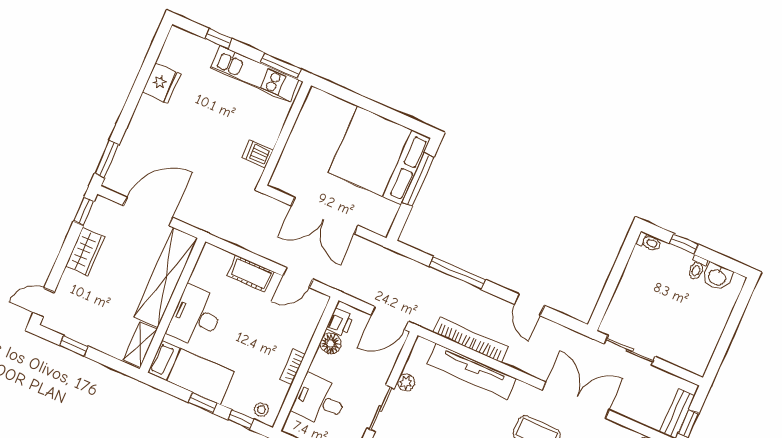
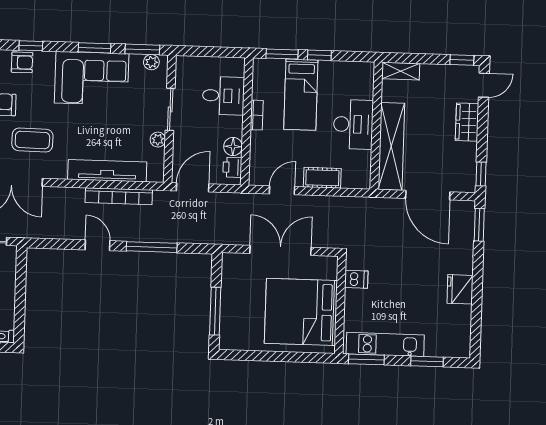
window: (218, 39) -> (427, 361), width x1.50
fridge: (161, 83) -> (460, 289), moved
bed: (380, 155) -> (301, 312), moved, turned 180
door: (148, 212) -> (428, 195), hinge flipped
wardrobe: (85, 252) -> (467, 122), moved
door: (529, 305) -> (98, 245), moved
shelving: (140, 345) -> (401, 71), moved, turned 90
window: (74, 346) -> (462, 60), moved
bed: (191, 372) -> (301, 95), moved, turned -90
stool: (261, 410) -> (268, 69), removed
window: (241, 420) -> (282, 54), width x1.50

